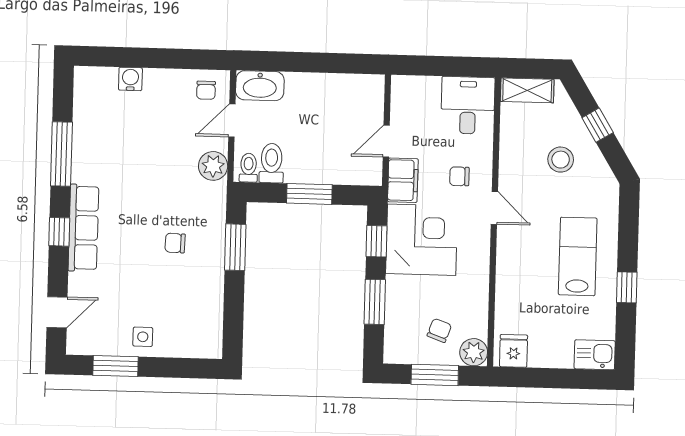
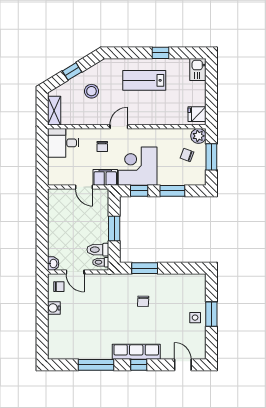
water cooler: (130, 79) -> (54, 308), moved
washbasin: (260, 86) -> (53, 263), width x0.52, depth x0.69
plant: (213, 166) -> (100, 282), removed
window: (116, 366) -> (211, 314), moved

